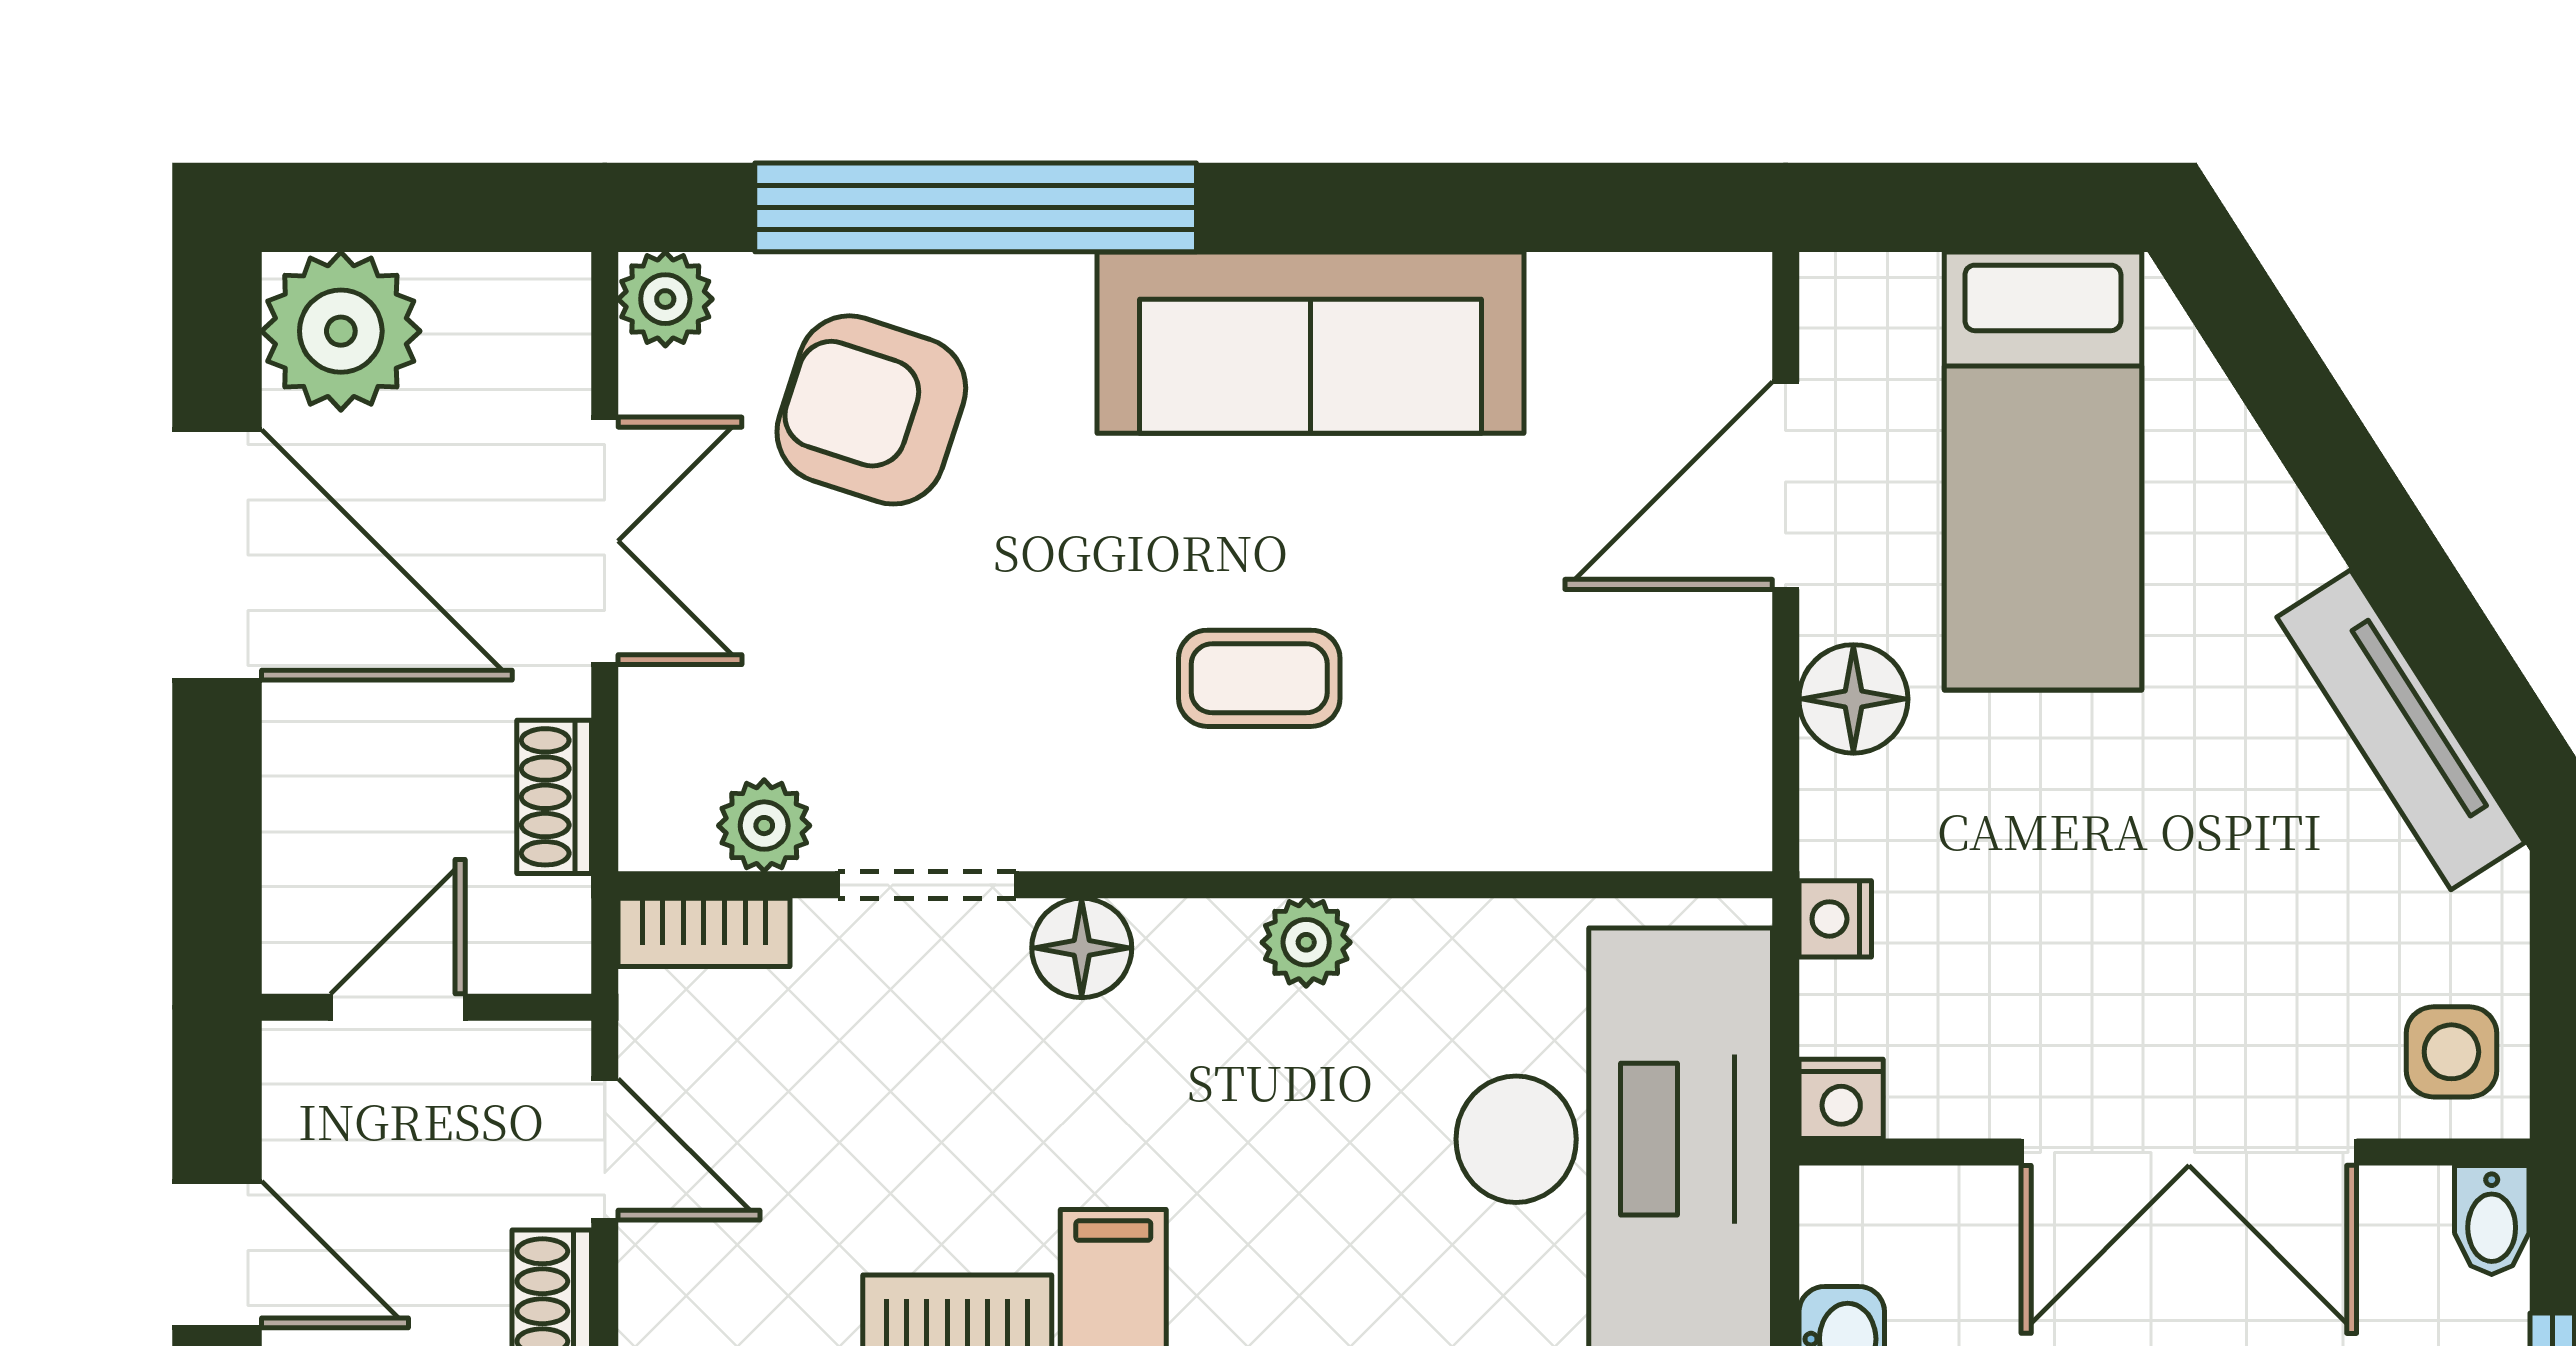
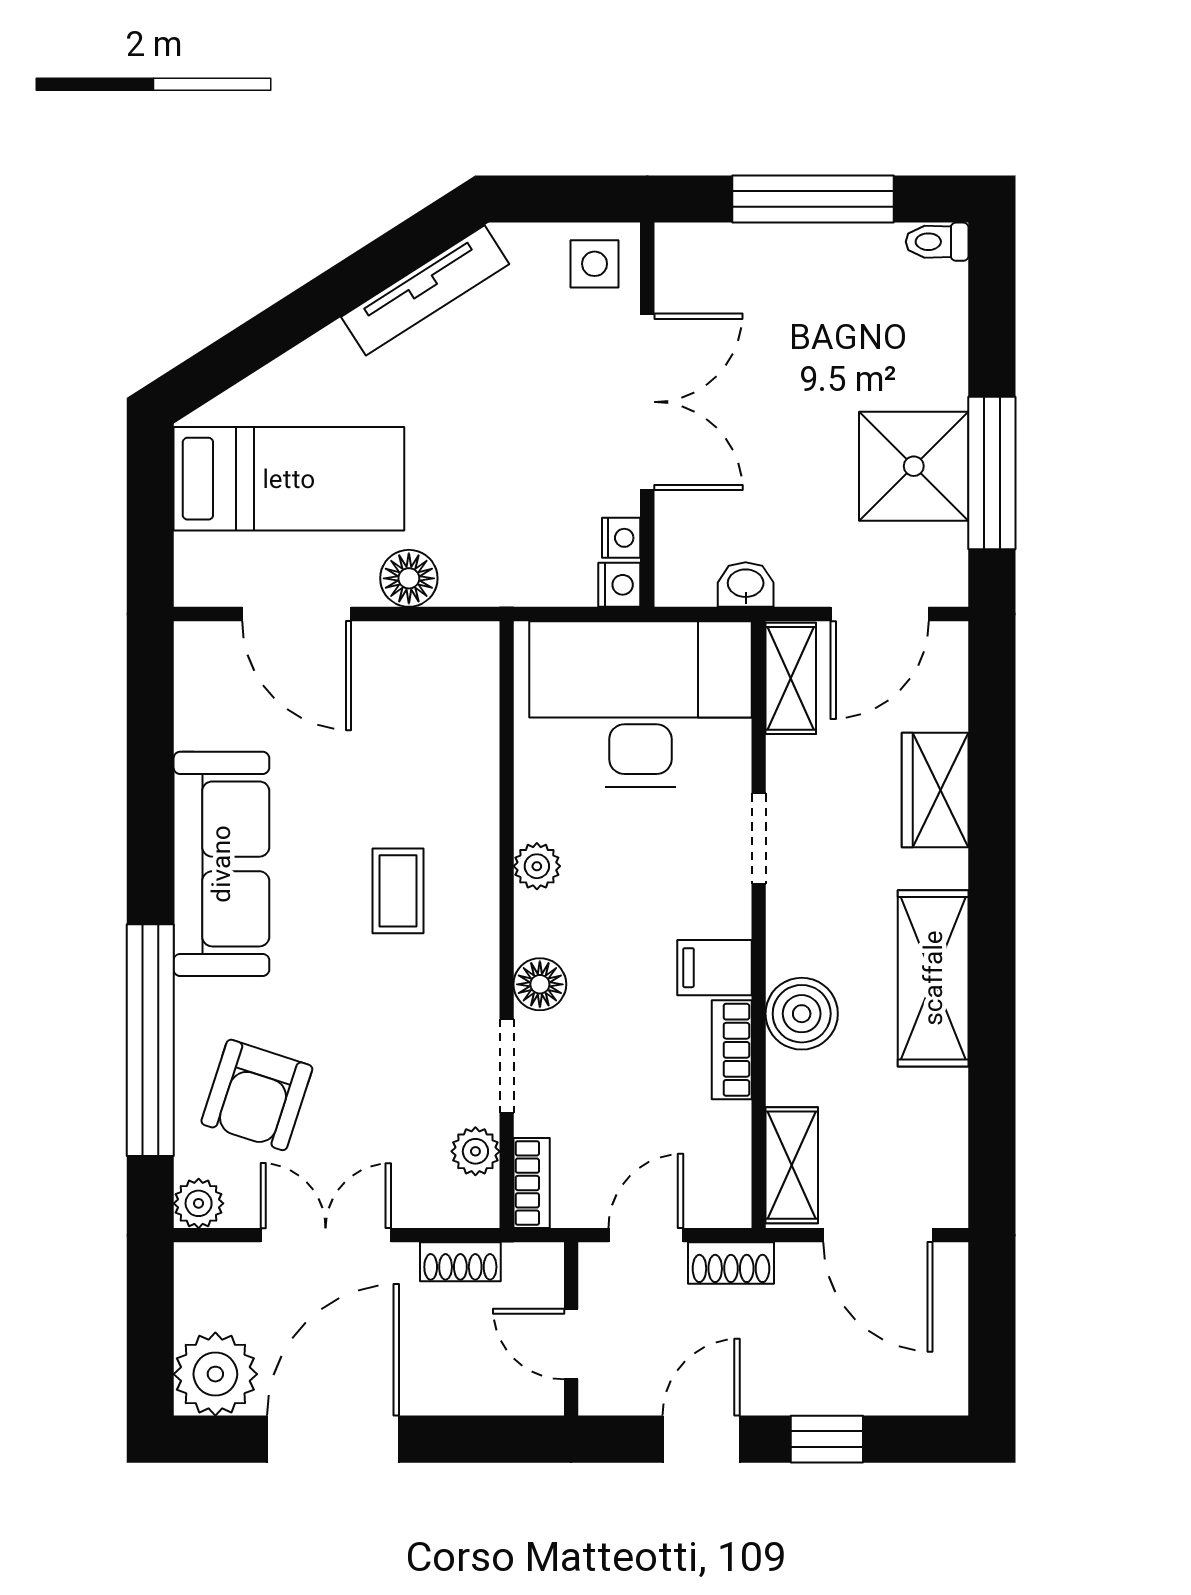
nightstand: (1835, 919) -> (621, 538), moved, turned -90
bidet: (2492, 1220) -> (683, 243), removed

